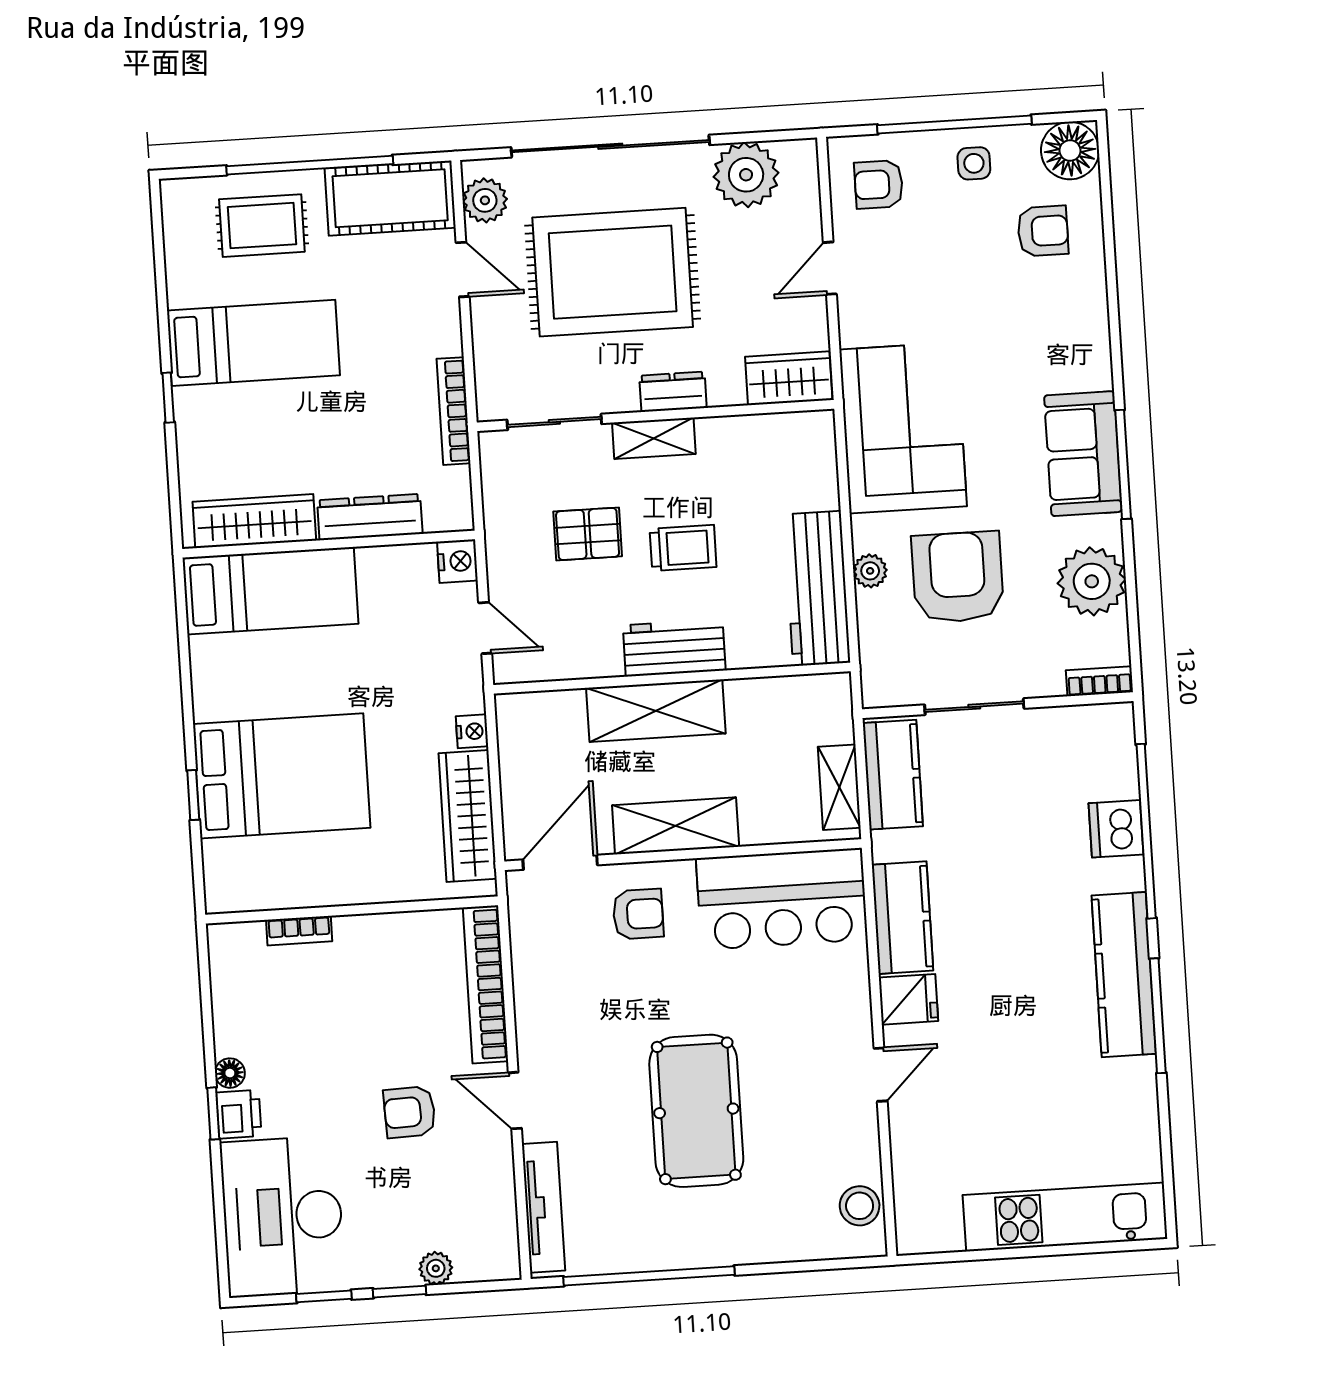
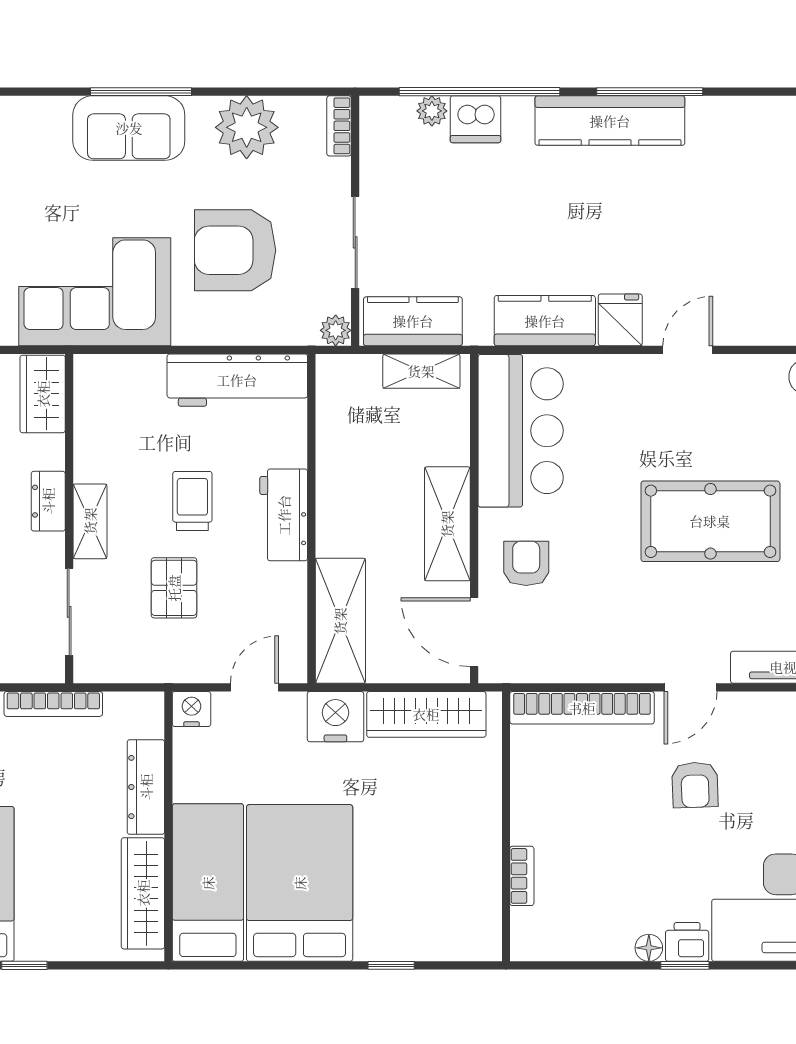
plant: (870, 571) -> (336, 330), moved
shelving: (656, 711) -> (340, 621), moved
nightstand: (472, 731) -> (335, 717), width x1.89, depth x1.79
bed: (282, 776) -> (300, 883), moved
plant: (1122, 781) -> (432, 111), added
door: (881, 1075) -> (688, 350), hinge flipped

